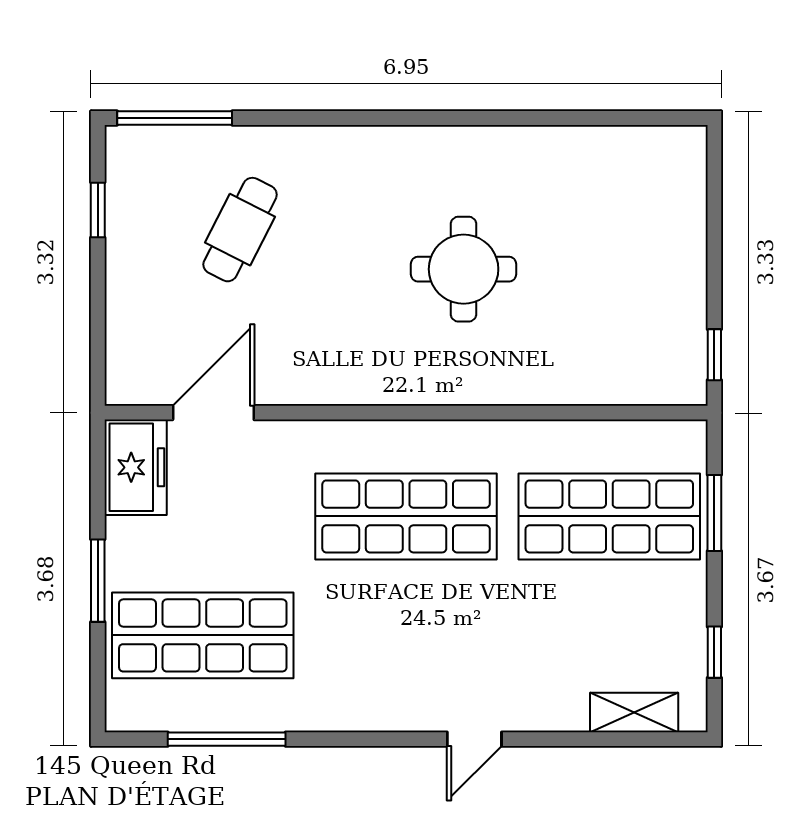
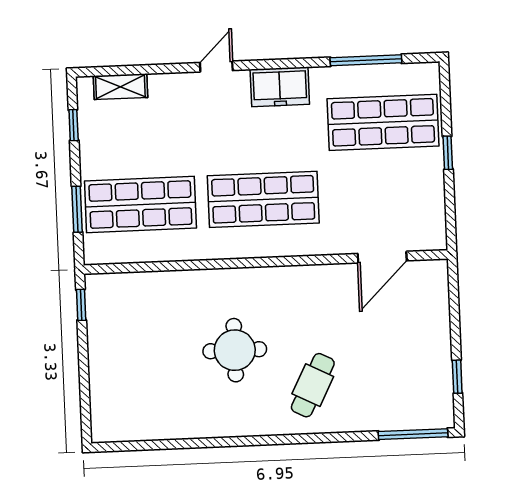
cafe table: (240, 230) -> (313, 385), moved
freezer: (136, 467) -> (280, 87), moved, turned -90
window: (98, 581) -> (448, 153), width x0.67

